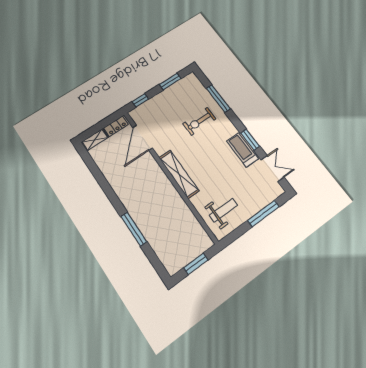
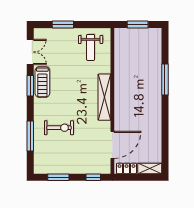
double door: (272, 168) -> (30, 52), swing flipped
weight bench: (223, 210) -> (91, 47), turned -90
window: (263, 214) -> (63, 24), width x0.69

